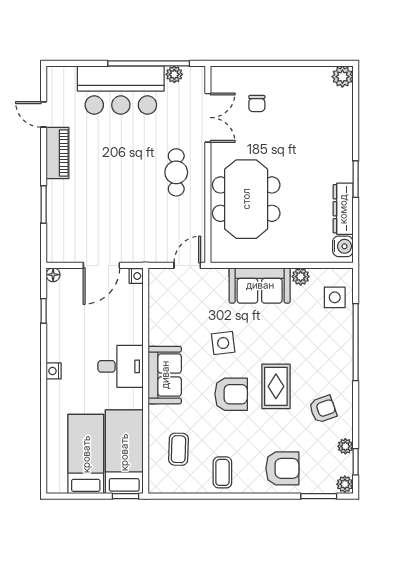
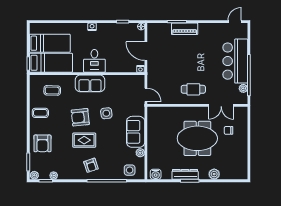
plant: (342, 77) -> (214, 174), moved
door: (44, 114) -> (235, 22), moved
piano: (58, 153) -> (185, 29), moved
meeting table: (246, 199) -> (197, 138), moved
dresser: (343, 209) -> (185, 174), moved
armchair: (231, 394) -> (80, 117), turned 84
armchair: (323, 409) -> (91, 165), moved

